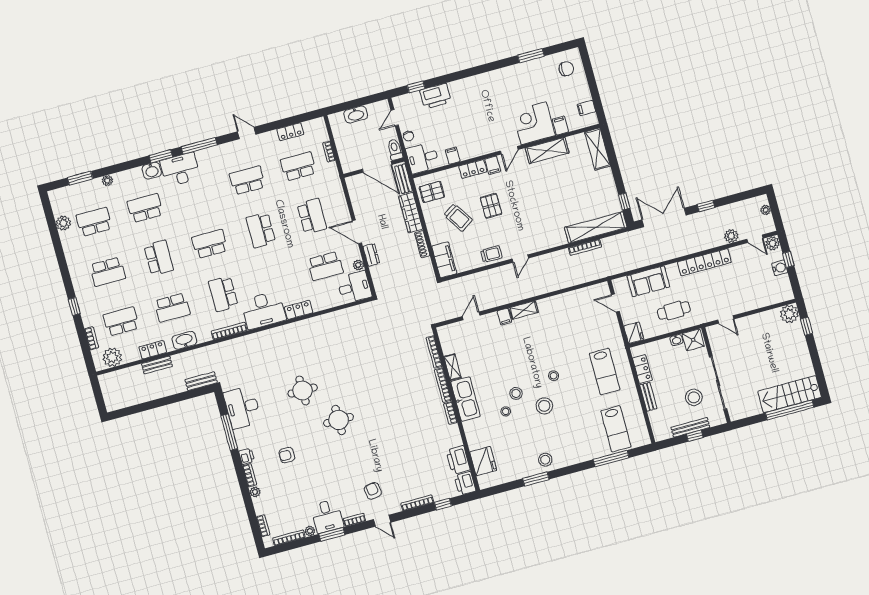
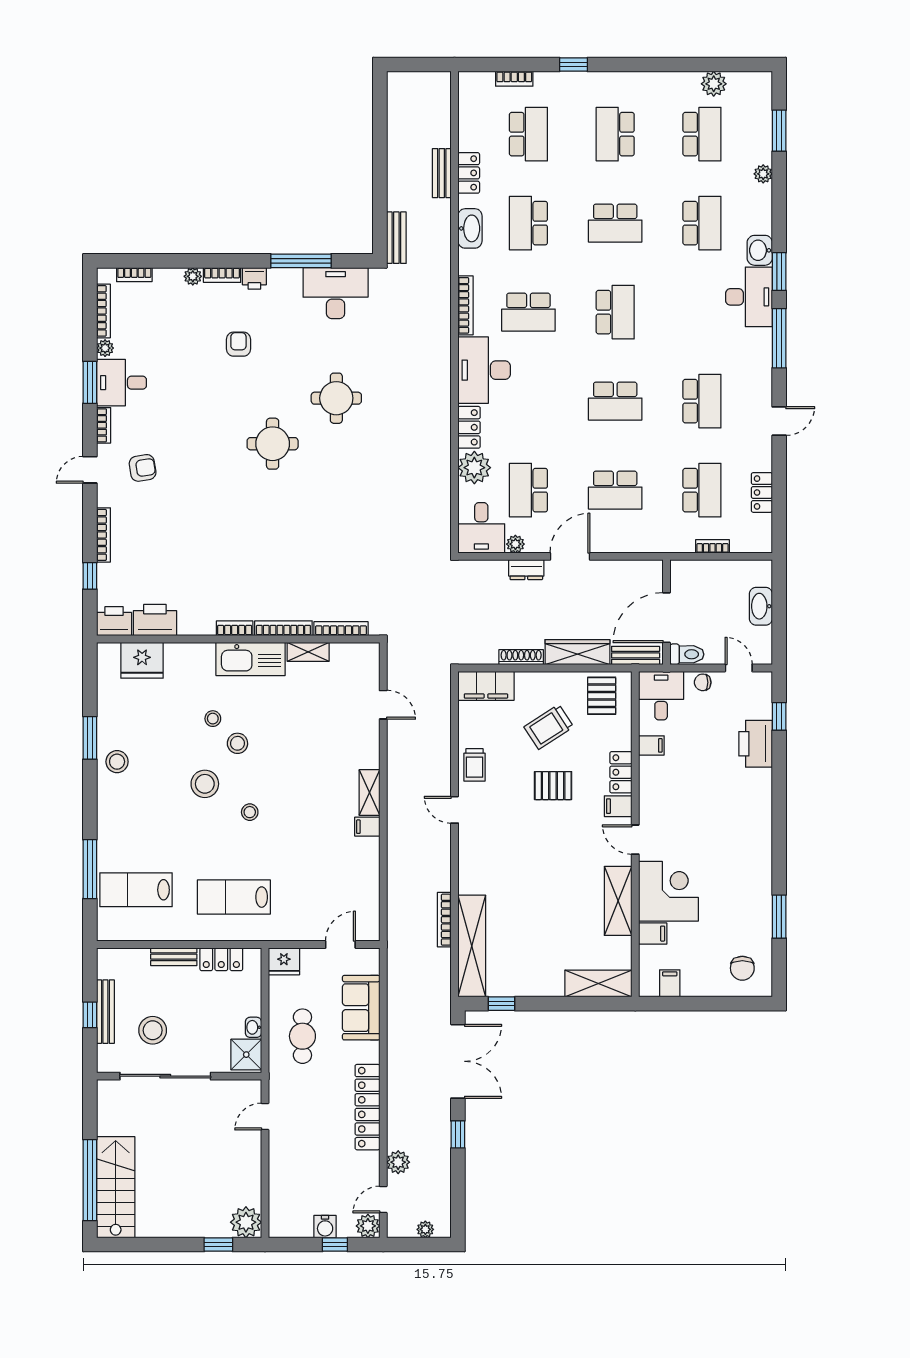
school desk: (261, 230) -> (615, 401), turned 180
school desk: (223, 294) -> (528, 312), turned 180
filing cabinet: (504, 317) -> (367, 827), moved
plant: (112, 357) -> (474, 468), moved

